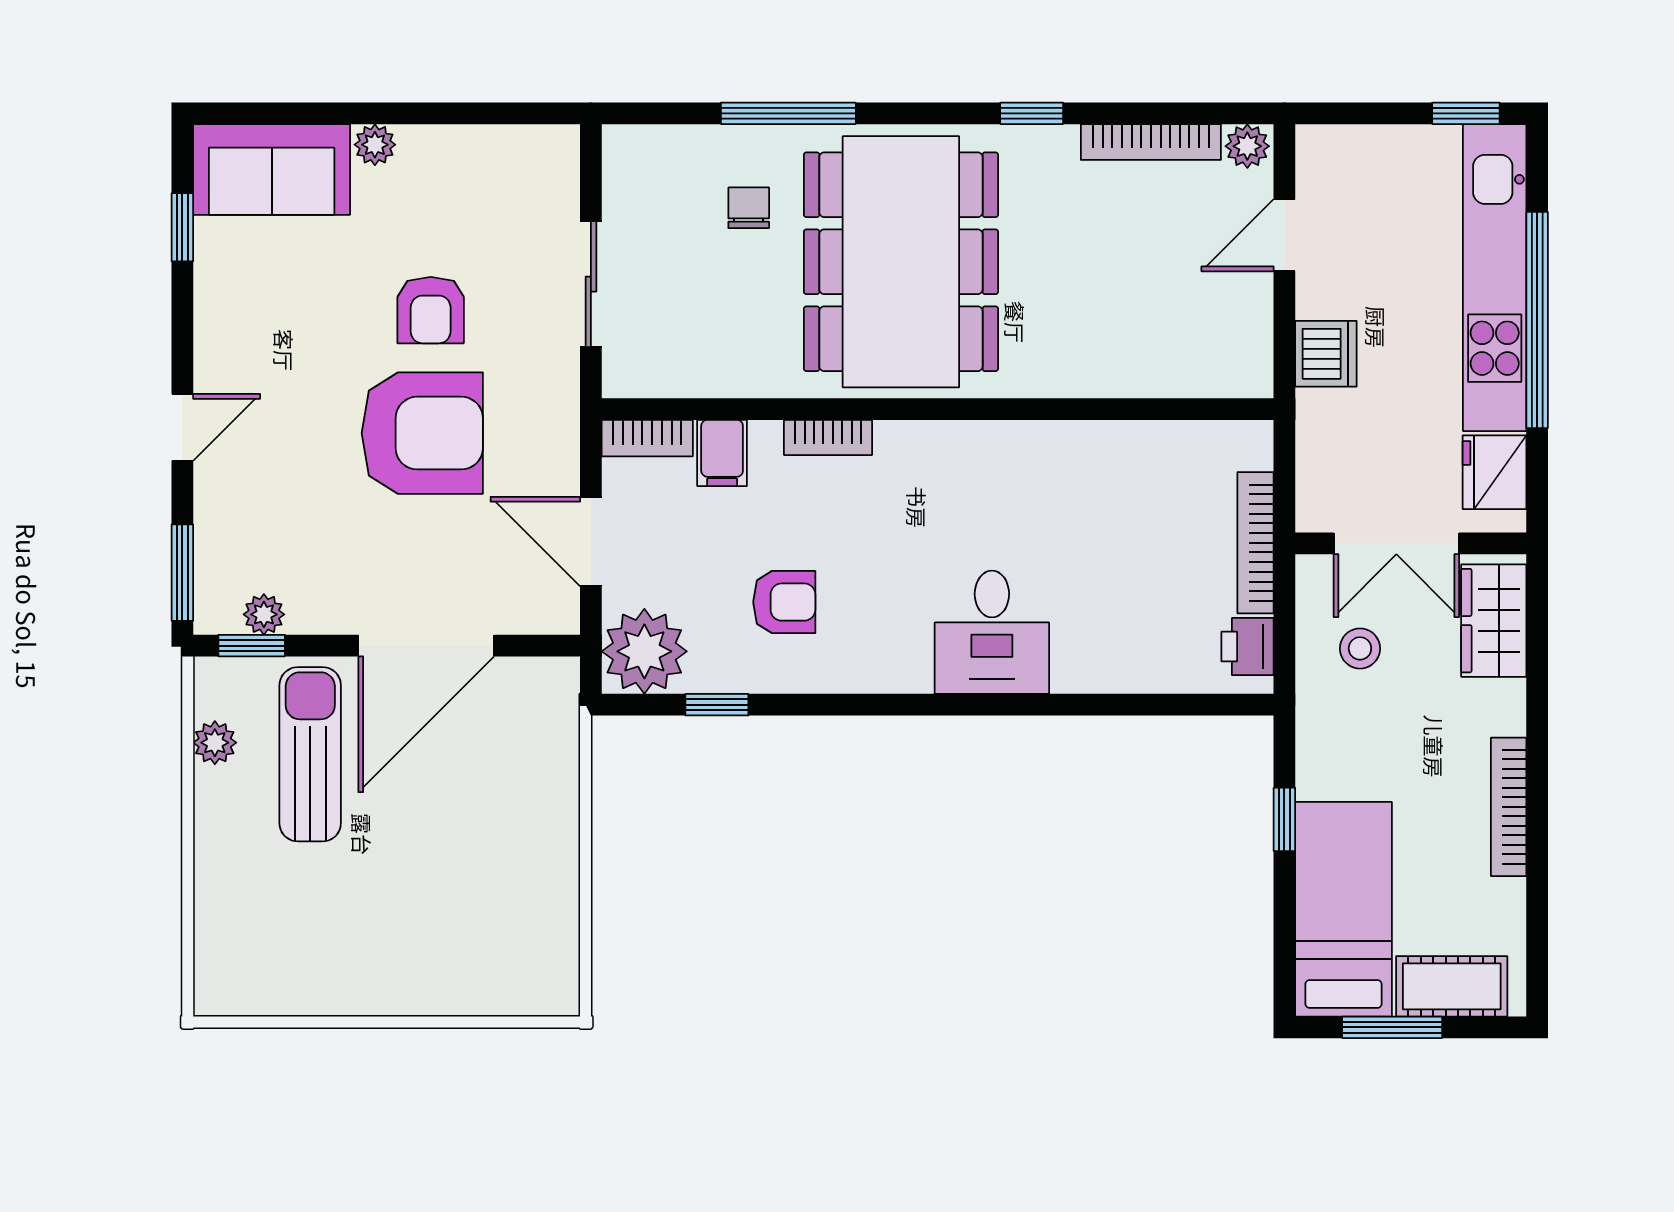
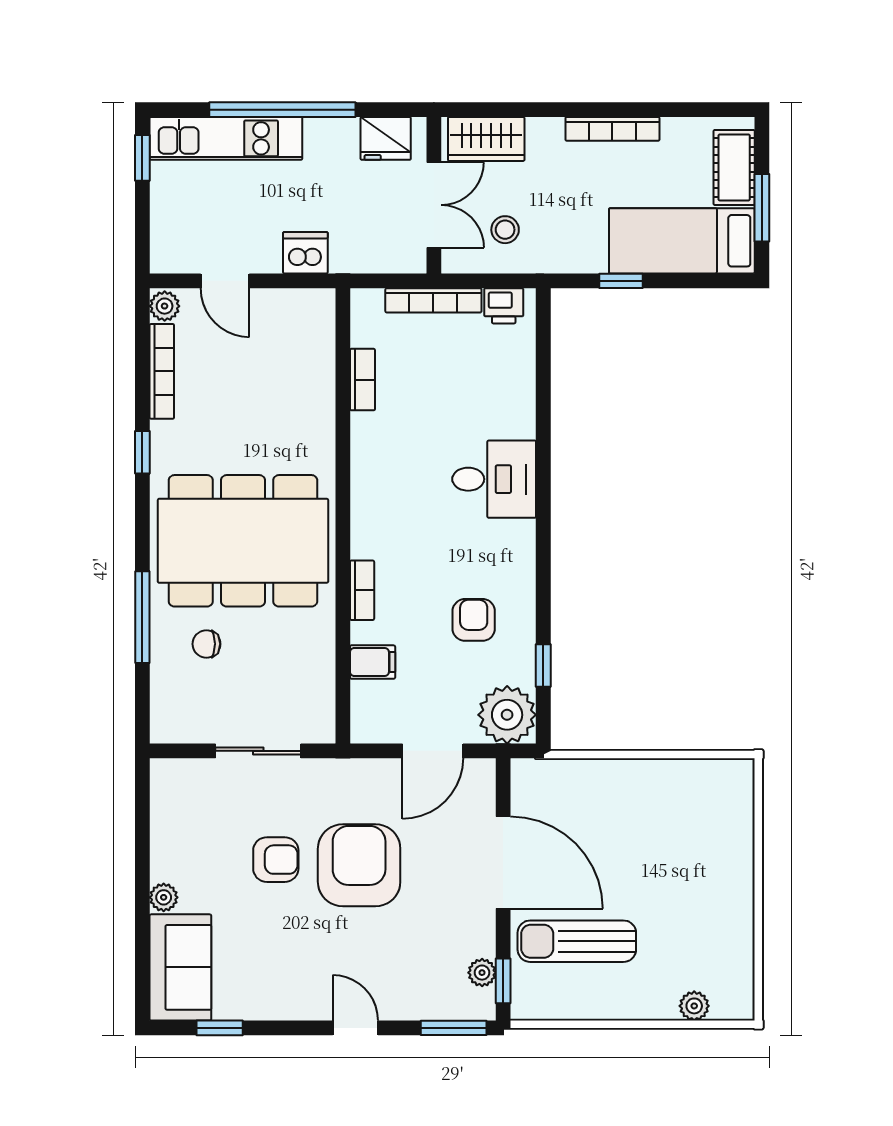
kitchen unit: (1495, 278) -> (226, 138), width x0.73
bookcase: (647, 438) -> (362, 380), moved
plant: (215, 743) -> (694, 1006), moved

